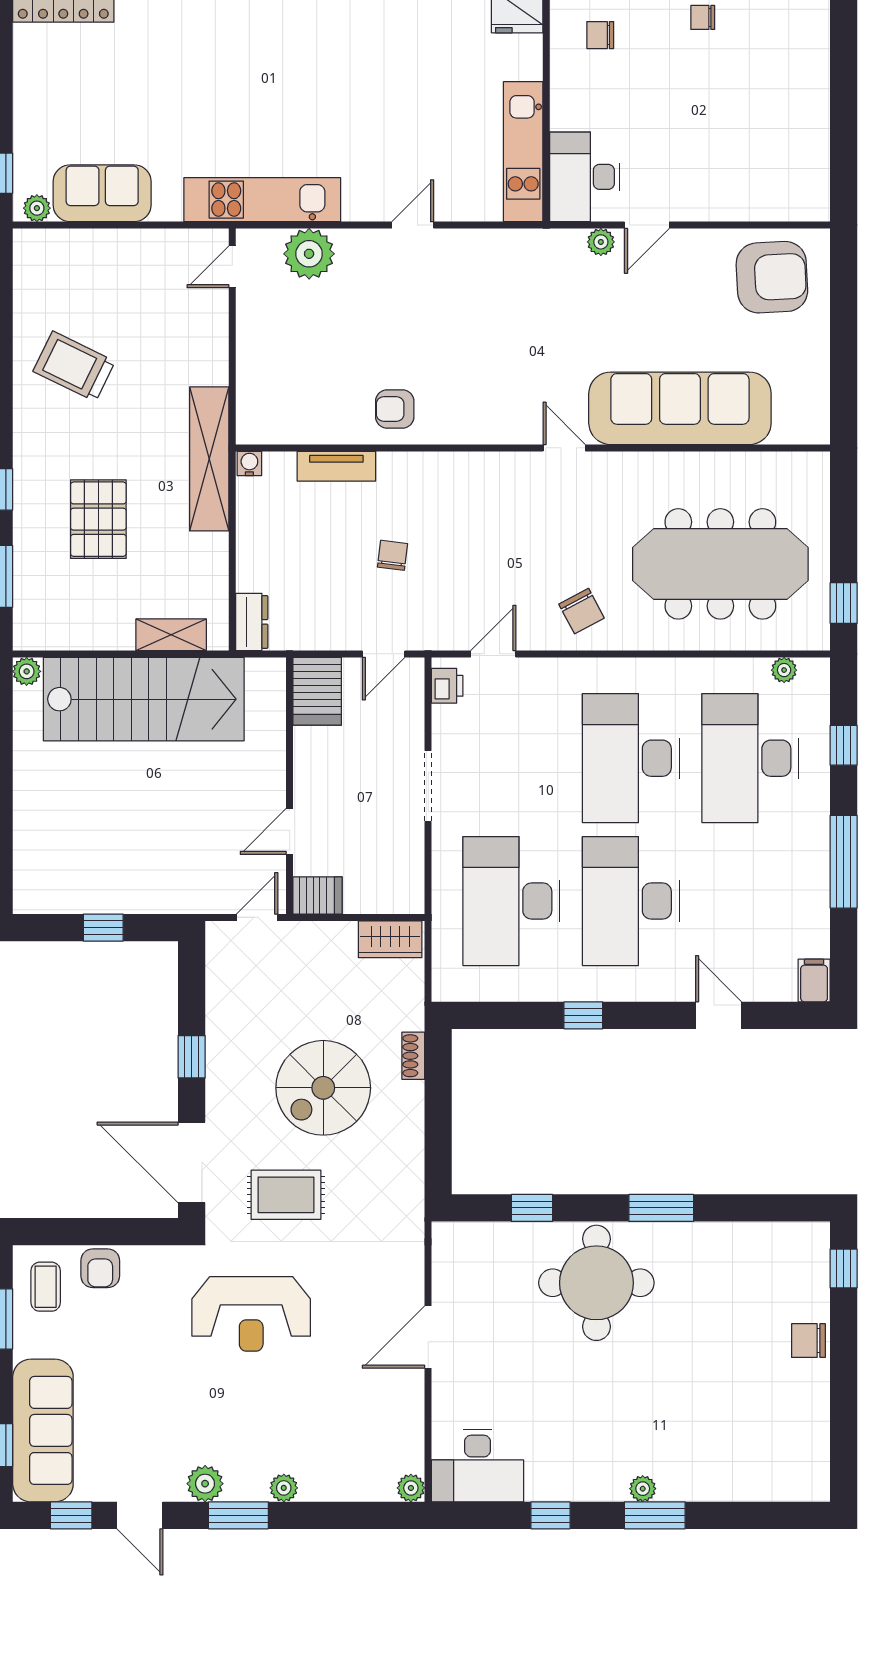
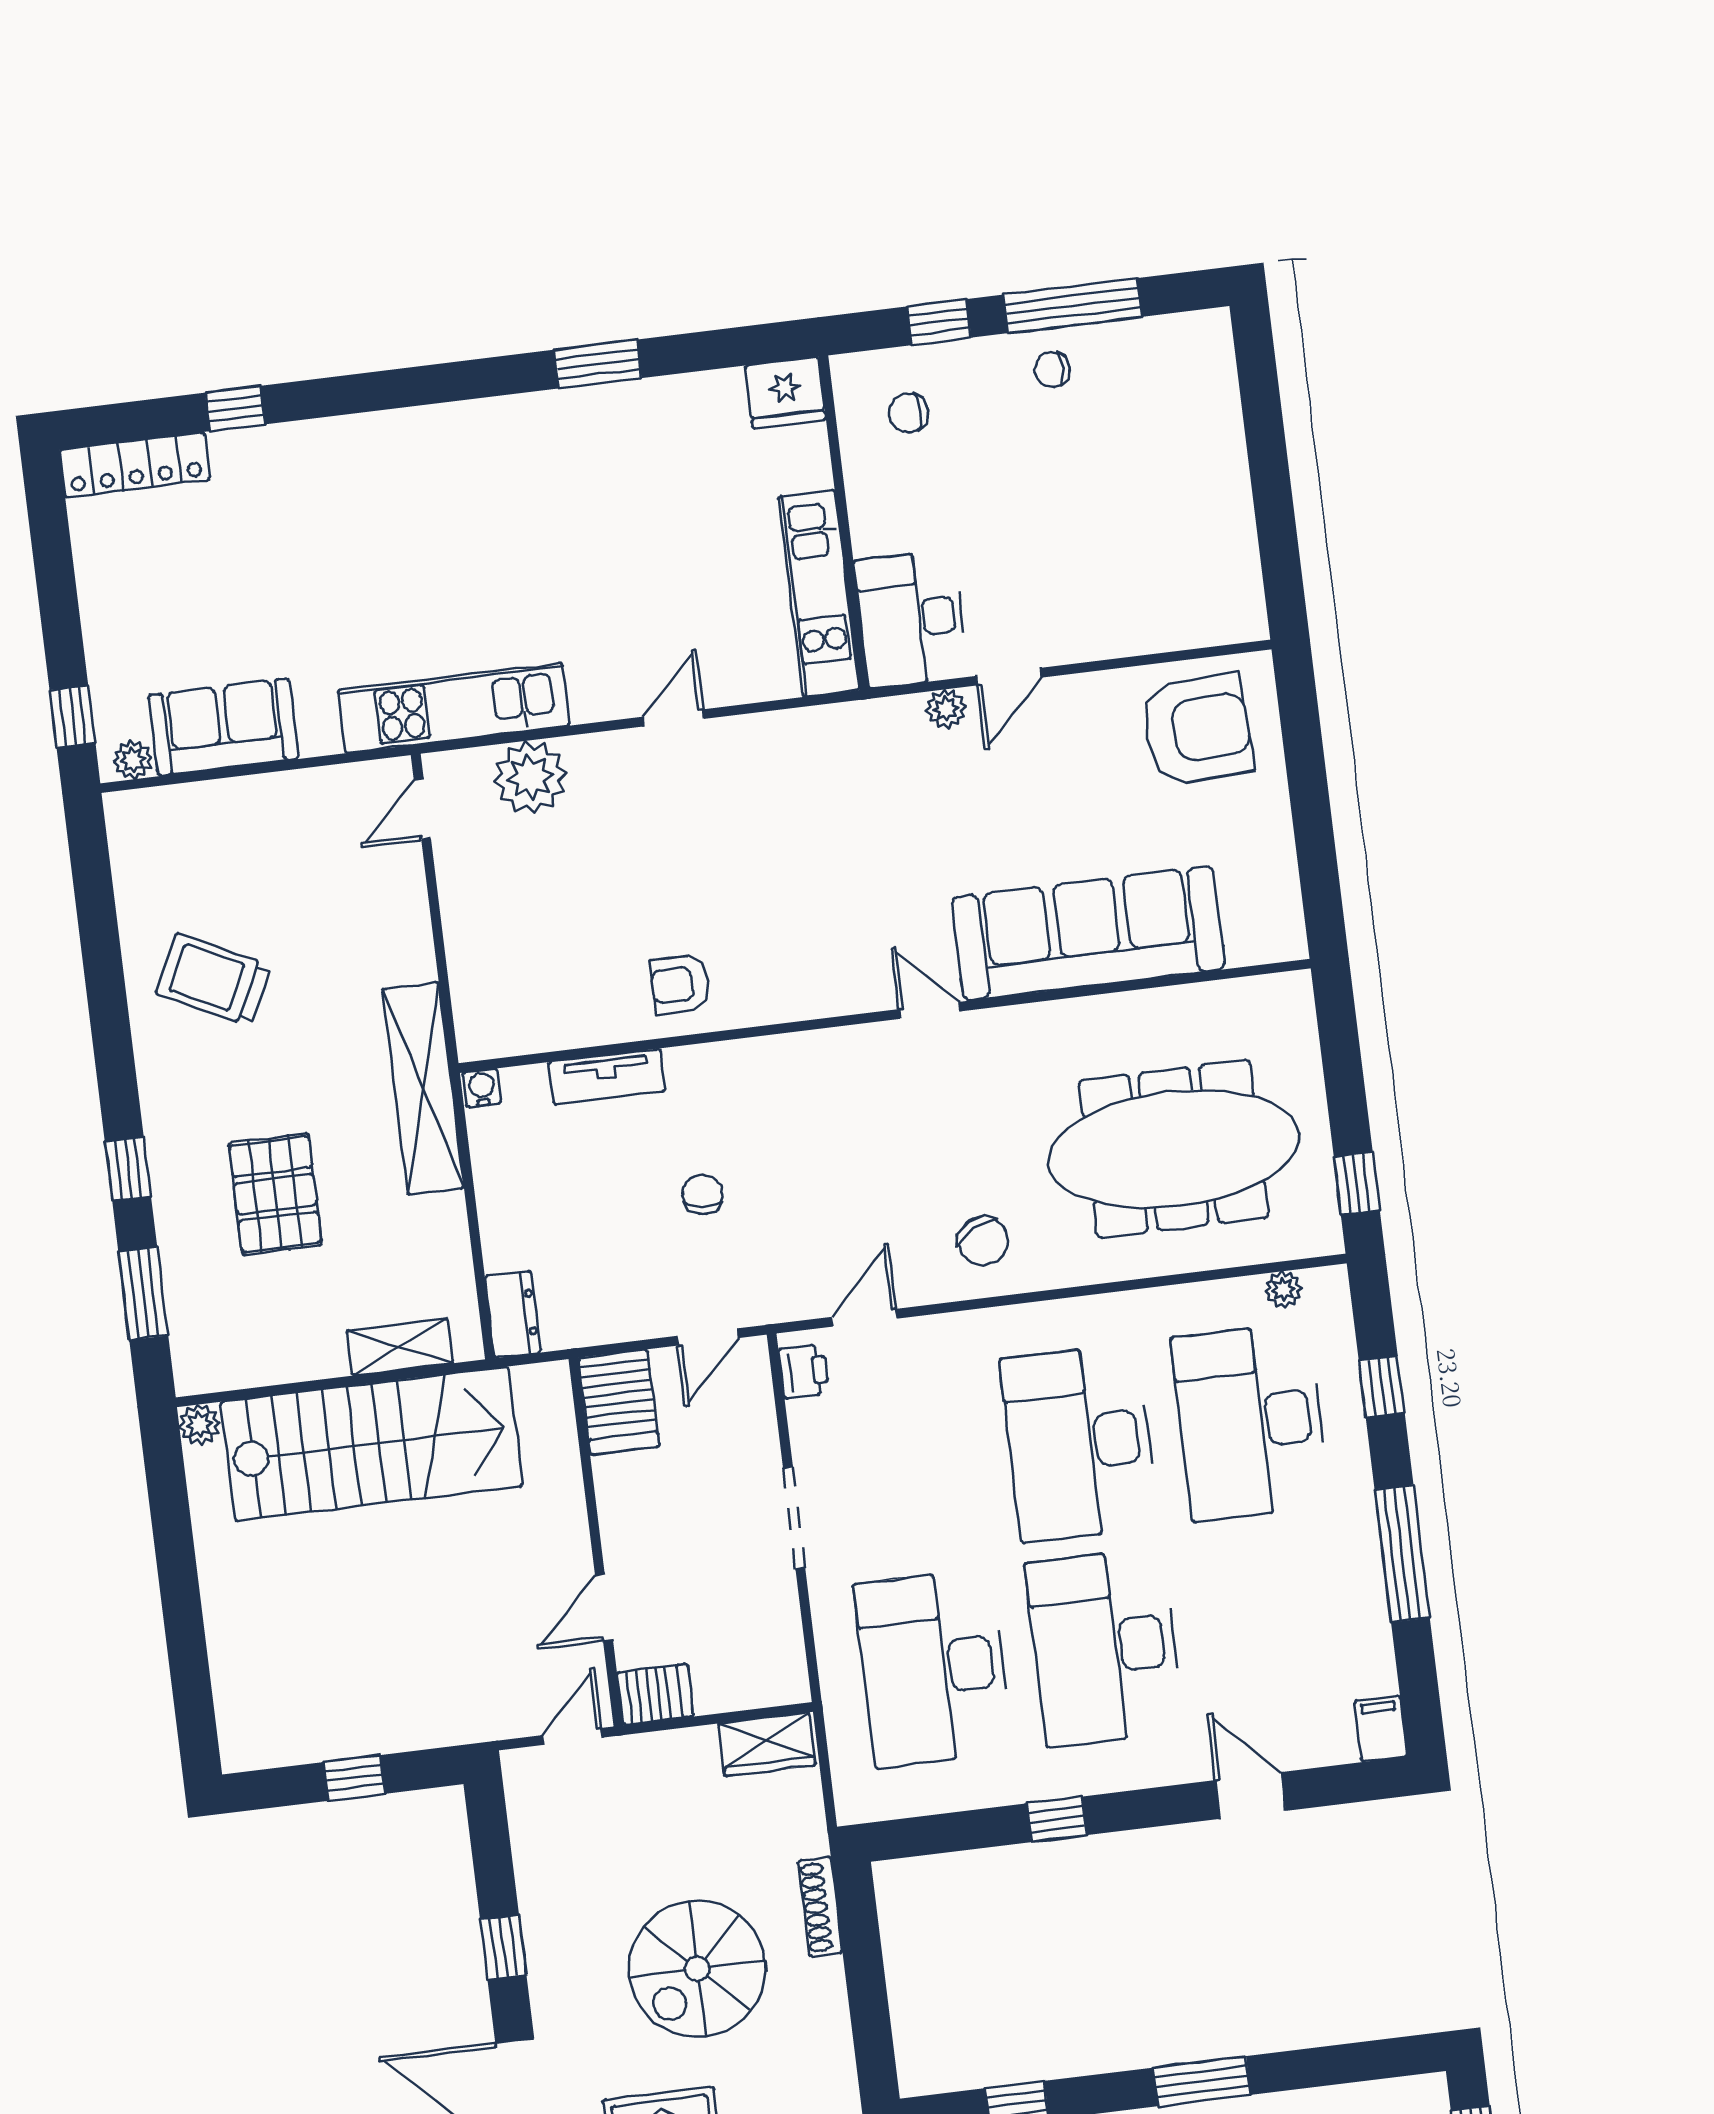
shoe rack: (413, 1056) -> (820, 1907), width x1.43

